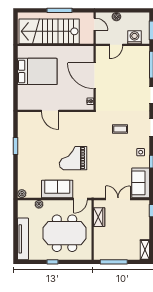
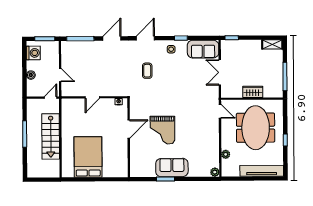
door: (95, 24) -> (51, 98), moved
stairs: (49, 31) -> (51, 136), width x0.73, depth x0.66
washing machine: (135, 37) -> (33, 53), moved, turned 180
door: (95, 76) -> (92, 97), width x0.53
door: (50, 111) -> (129, 129), moved
grand piano: (73, 158) -> (162, 130), moved
sofa: (57, 189) -> (172, 168), moved, turned 90
wardrobe: (99, 217) -> (253, 92), moved

